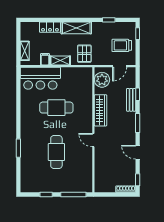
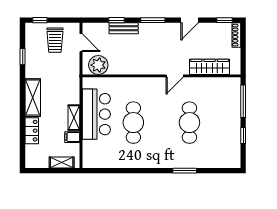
pallet: (84, 54) -> (65, 87), removed
bar counter: (40, 78) -> (96, 114), moved
wardrobe: (100, 110) -> (210, 67), moved
cafe table: (56, 152) -> (189, 123), turned 90

